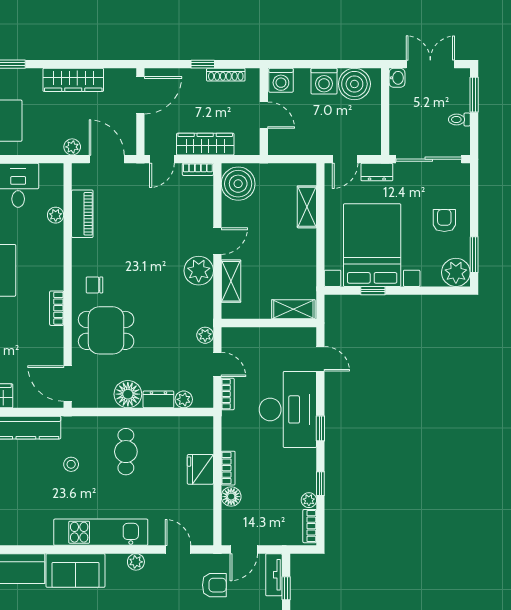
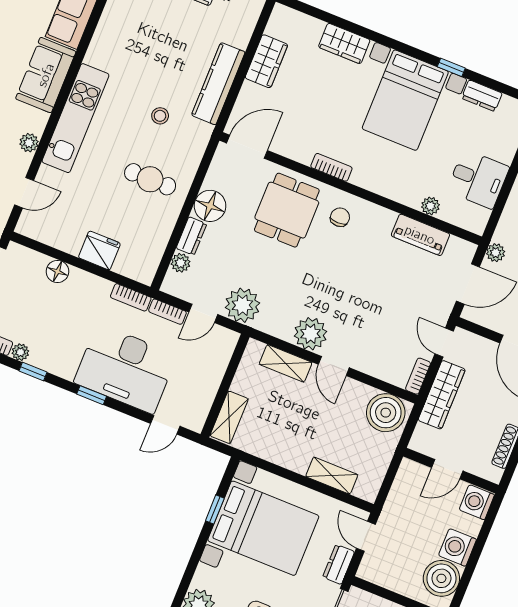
plant: (205, 335) -> (242, 305), width x1.87, depth x1.87
bookcase: (228, 468) -> (131, 297), moved

